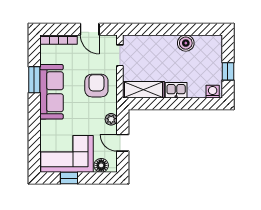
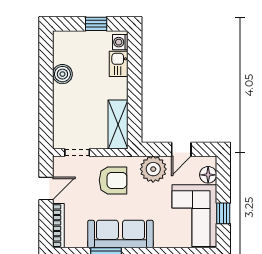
armchair: (96, 86) -> (113, 180), turned 180
kitchen sink: (176, 90) -> (119, 64), moved
plant: (111, 119) -> (153, 169), width x1.87, depth x1.87

